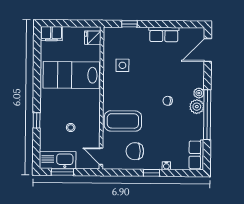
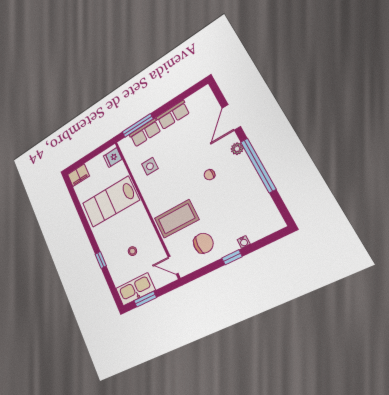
window: (129, 24) -> (138, 125), width x2.17
door: (208, 50) -> (231, 117), moved
plant: (197, 107) -> (242, 163), removed
chair: (135, 151) -> (203, 243), turned 180
row of seats: (196, 155) -> (145, 133), moved, turned -90

